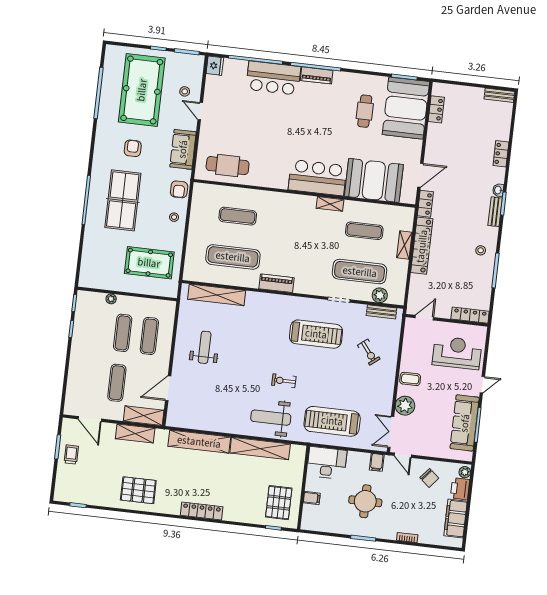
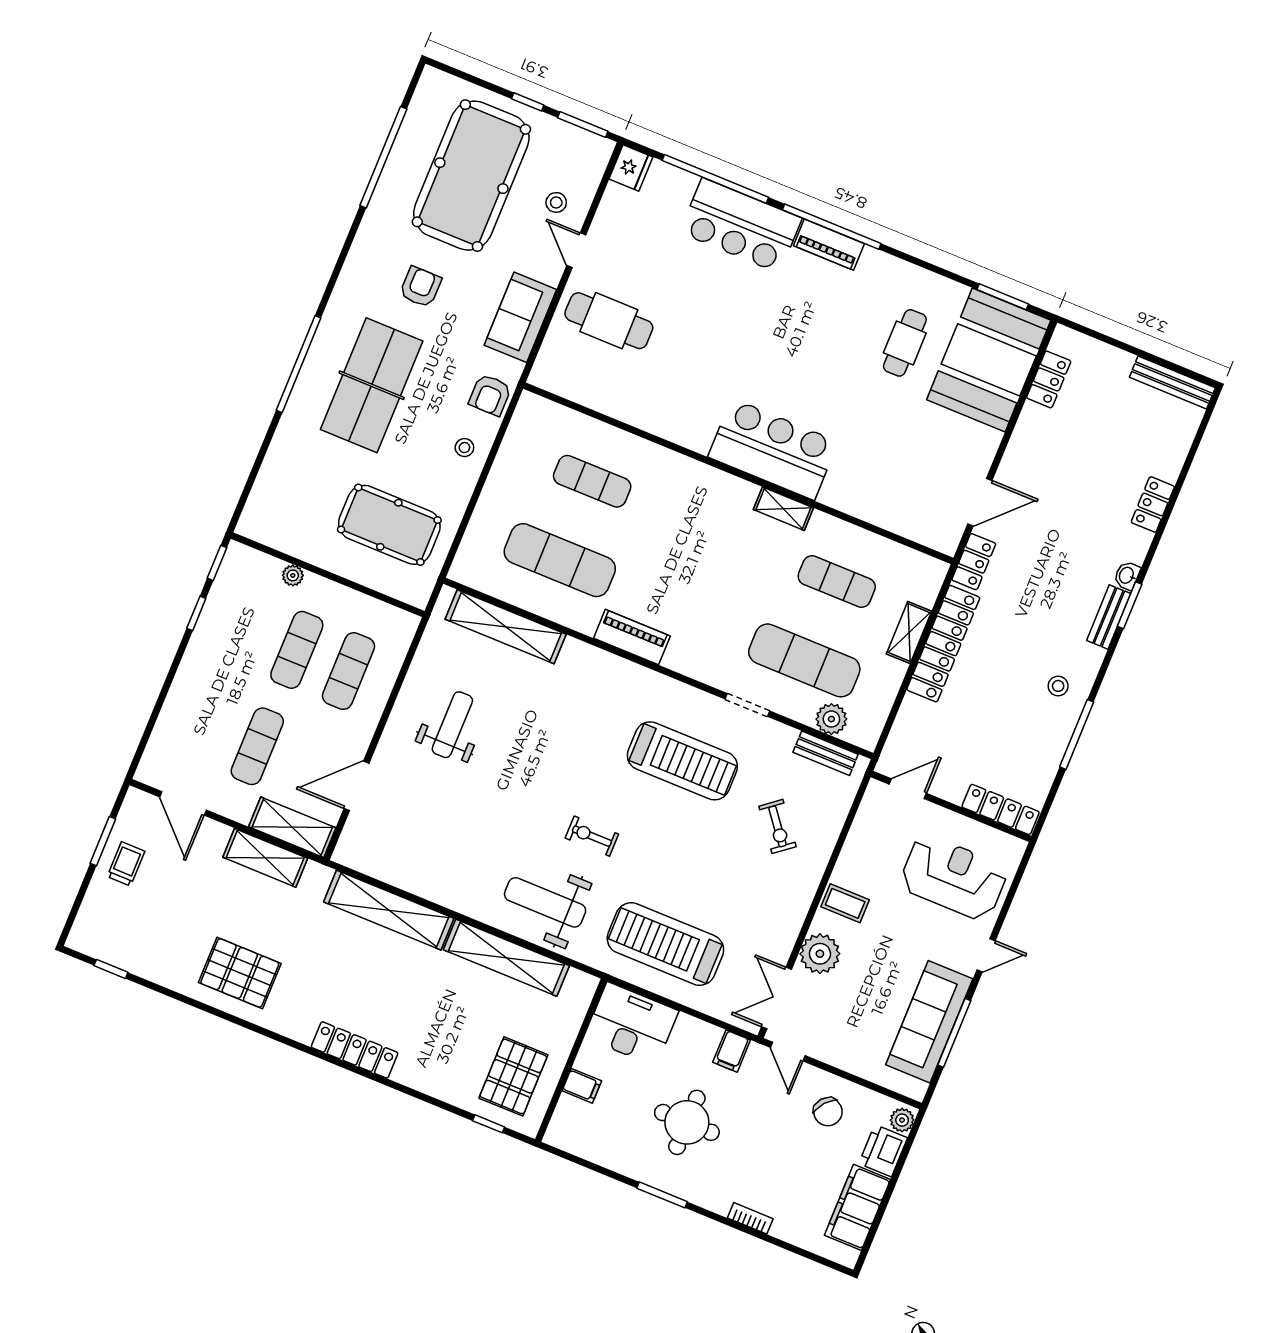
bench: (499, 95) -> (1172, 382), width x1.36
cafe table: (228, 166) -> (609, 321), moved
booth: (374, 180) -> (884, 486), removed

